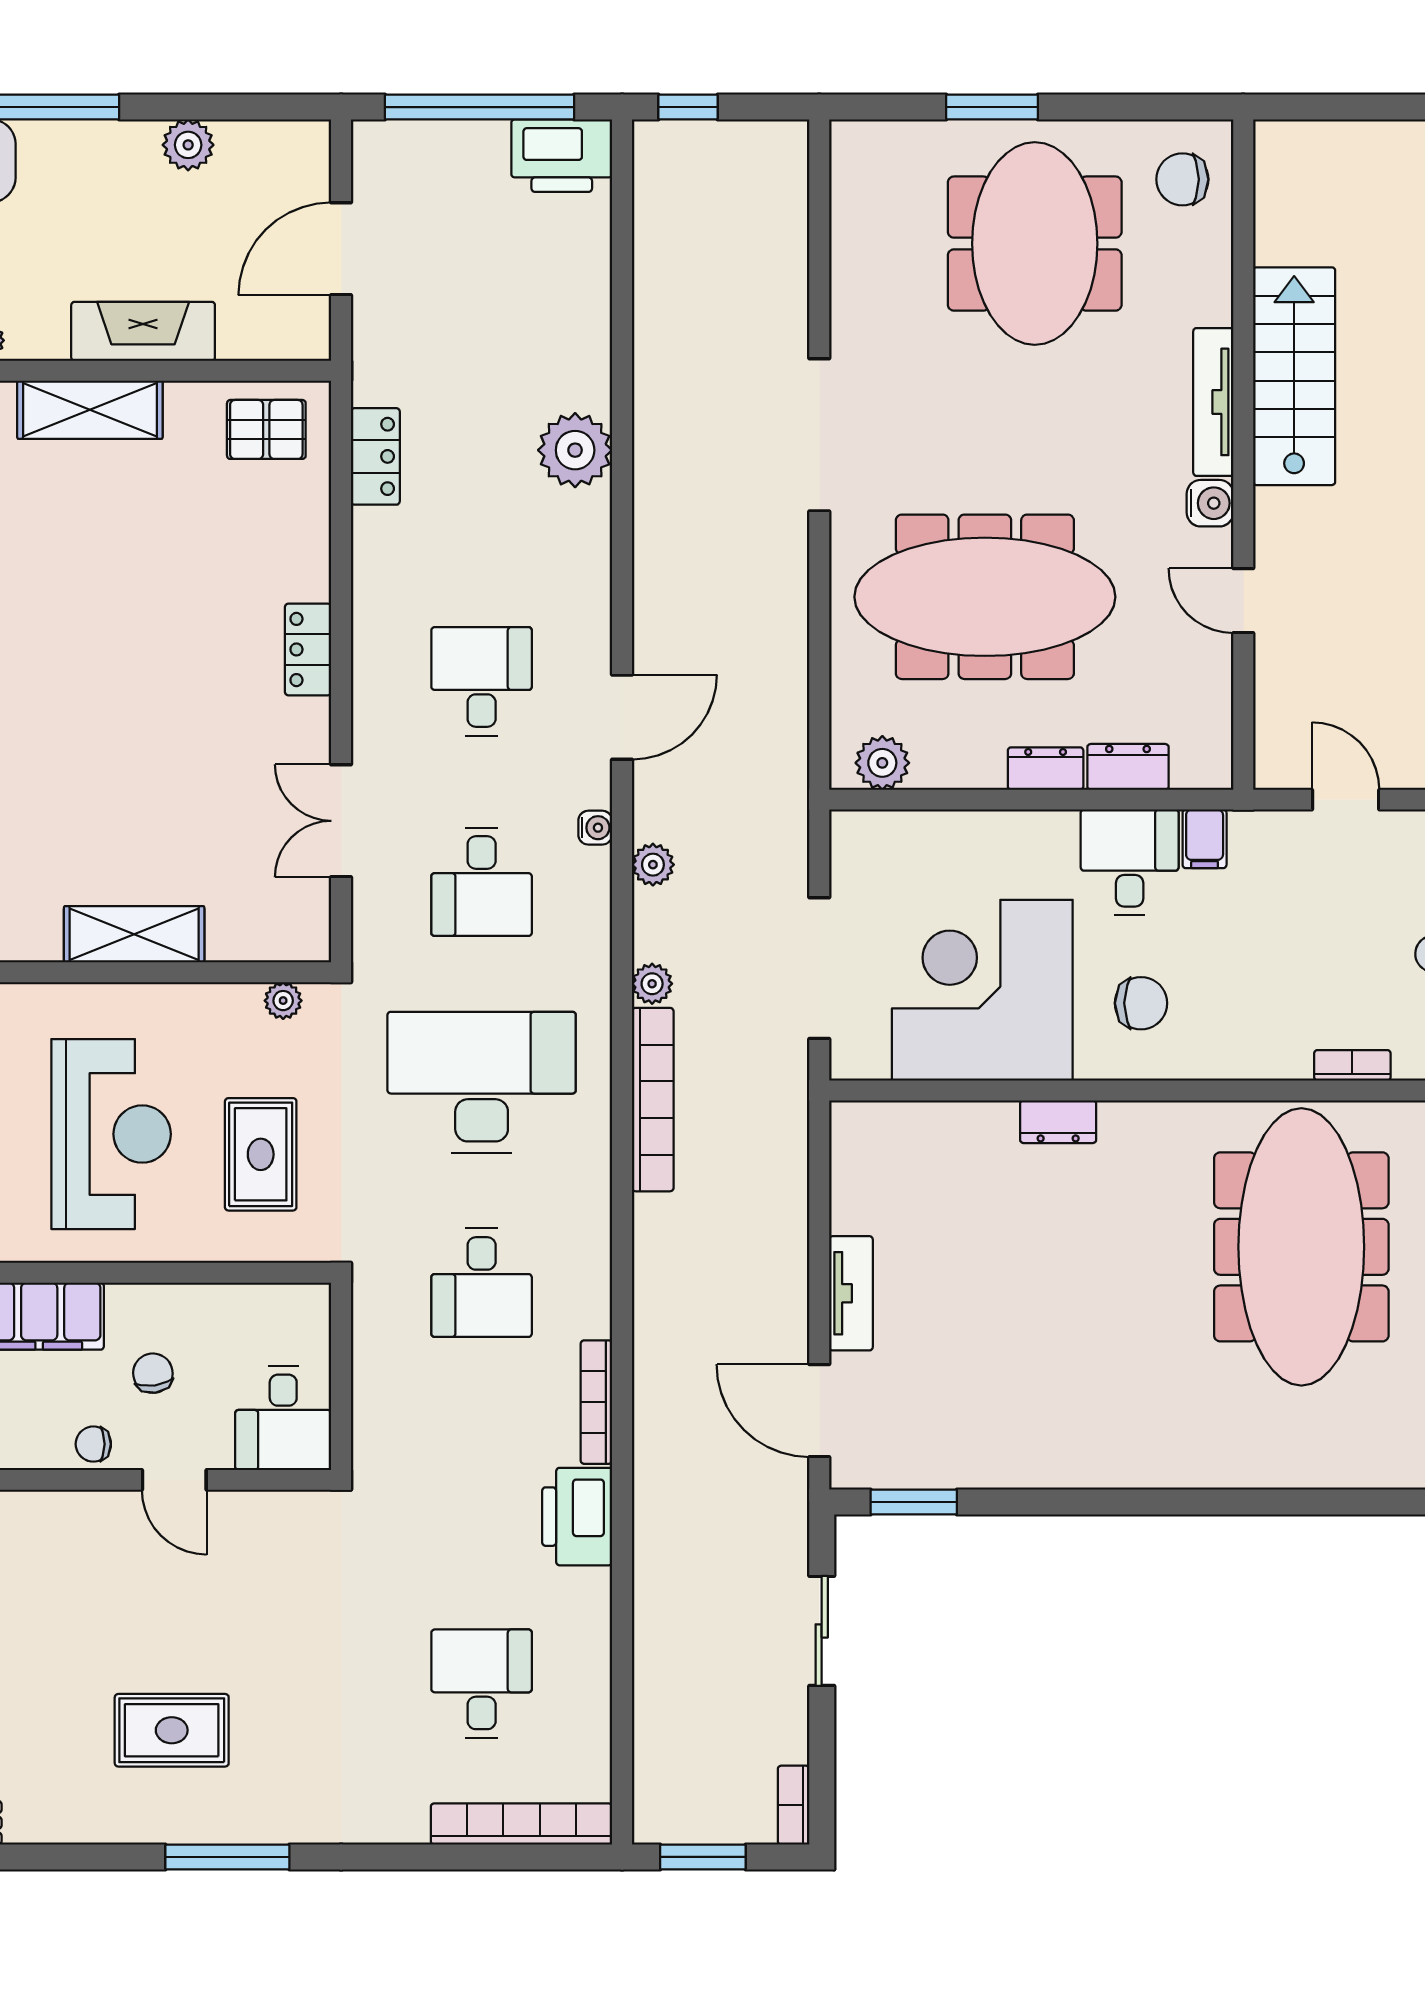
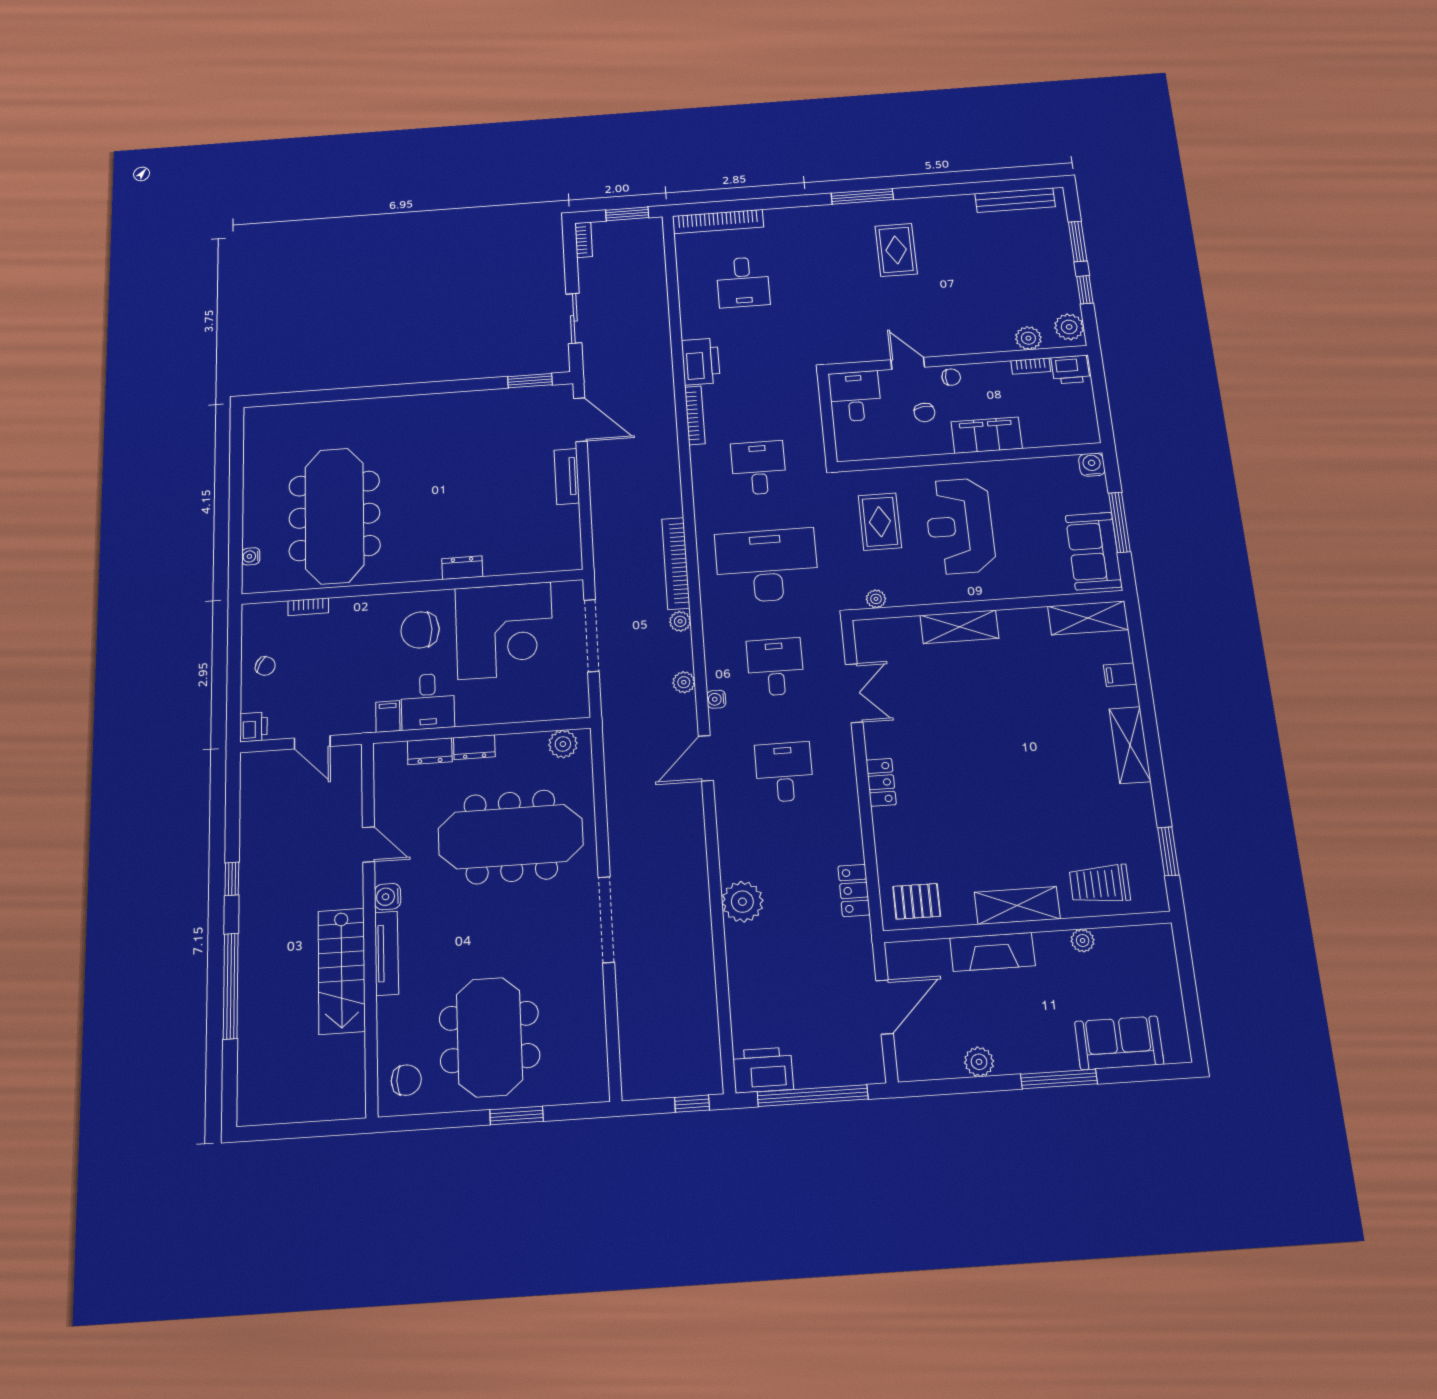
desk: (482, 681) -> (784, 772), turned 180
chair: (1141, 1003) -> (420, 630), width x1.37, depth x1.37
desk: (482, 1082) -> (767, 566), turned 180
rug: (172, 1730) -> (896, 250), turned 90

